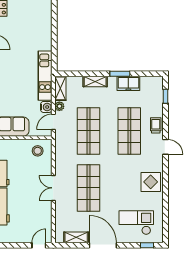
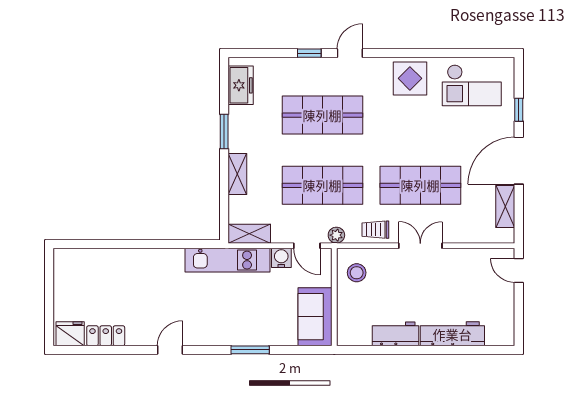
freezer: (128, 83) -> (241, 85), moved
window: (165, 96) -> (309, 53), moved
plant: (59, 106) -> (336, 235), moved
trolley: (156, 125) -> (375, 230), moved
double door: (53, 188) -> (420, 246), swing flipped
checkout: (136, 223) -> (472, 85), moved, turned -90
window: (147, 245) -> (519, 110), moved

